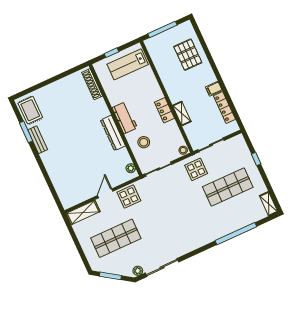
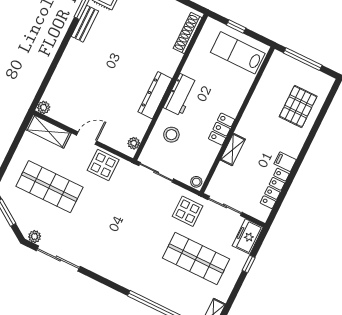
freezer: (240, 146) -> (248, 236), added
plant: (67, 204) -> (44, 107), added

